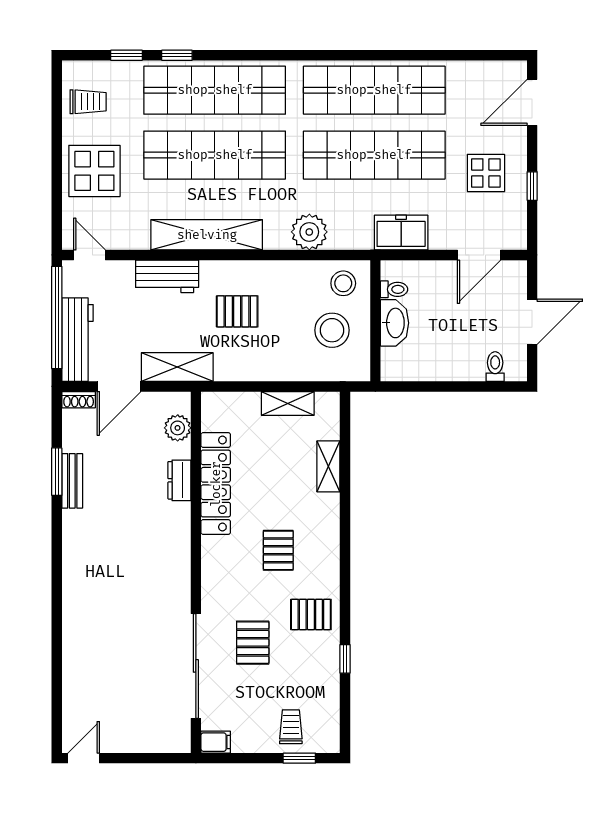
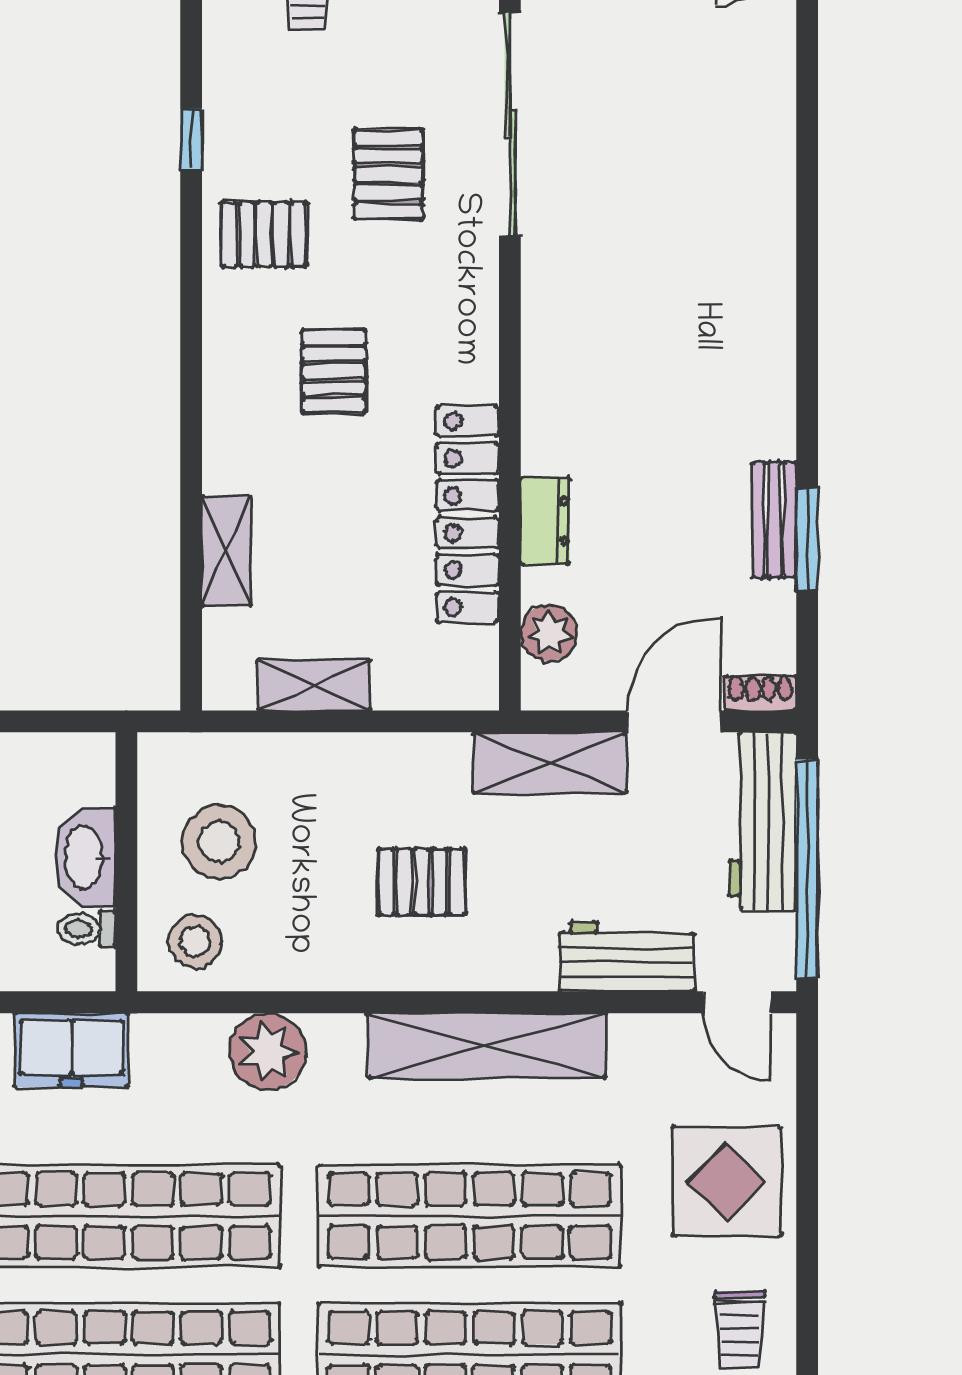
trolley: (88, 102) -> (740, 1330), turned -90
workbench: (167, 276) -> (627, 957), moved

